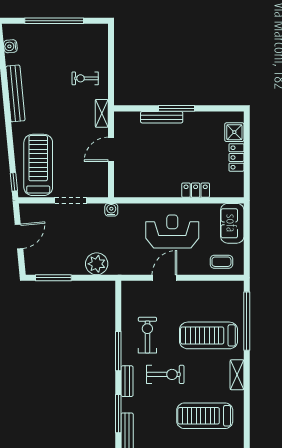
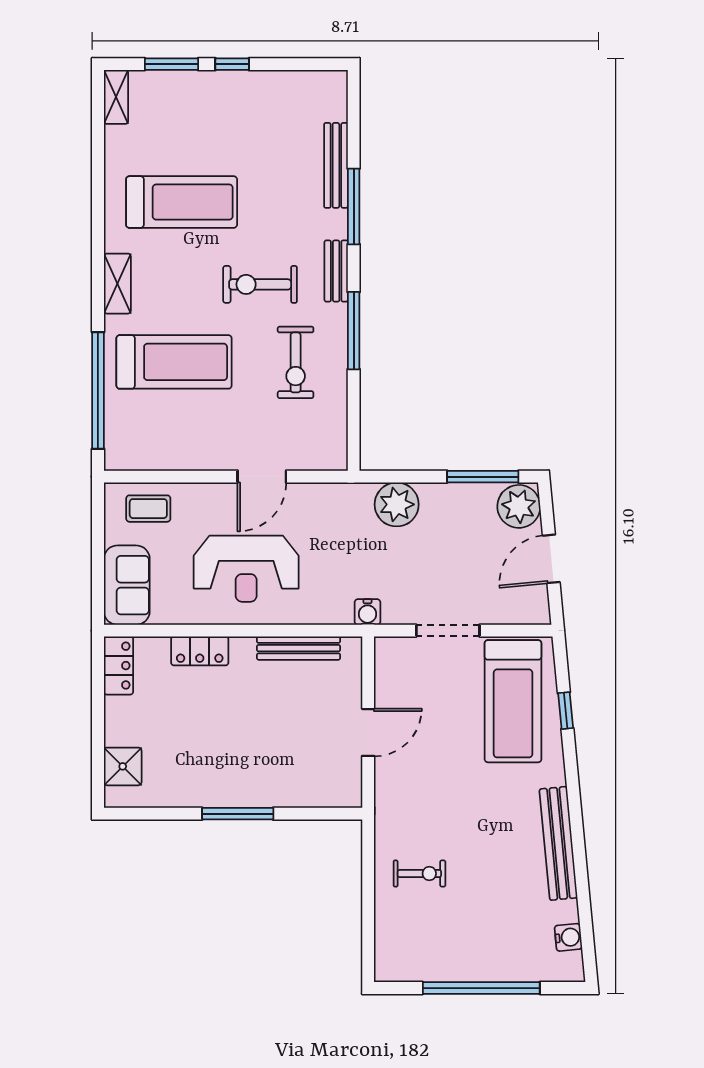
shelving: (102, 113) -> (387, 804), removed
bench: (162, 117) -> (299, 648), moved
locker: (236, 157) -> (118, 666), moved
window: (14, 182) -> (566, 711), moved
plant: (35, 263) -> (519, 506), added

